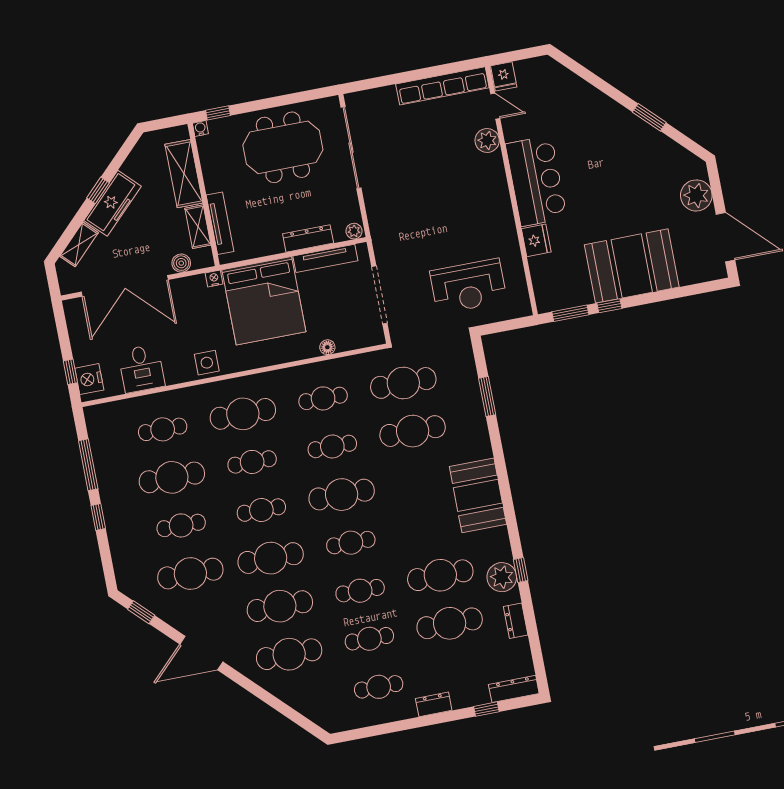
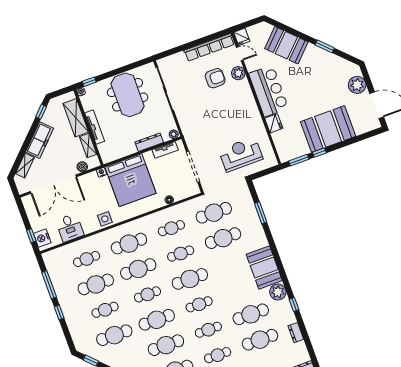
booth: (581, 104) -> (286, 45), added
armchair: (444, 143) -> (215, 78), added
meeting table: (283, 147) -> (128, 95), turned 90
window: (98, 190) -> (41, 112), moved
tv unit: (220, 223) -> (95, 127), moved
tv unit: (325, 258) -> (165, 150), width x0.71
reception desk: (468, 286) -> (241, 154), turned 180
cafe table: (252, 462) -> (138, 269), width x1.37, depth x1.35
plant: (502, 577) -> (278, 292), moved

